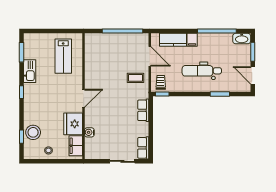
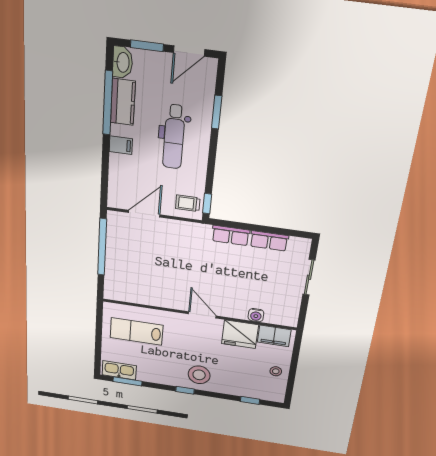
kitchen counter: (173, 40) -> (123, 102), moved
lab bench: (63, 56) -> (136, 331), turned 180
kitchen sink: (30, 71) -> (119, 370), moved
coffee table: (136, 78) -> (177, 239), removed
stool: (33, 132) -> (199, 375), moved
row of seats: (143, 148) -> (269, 241), moved

